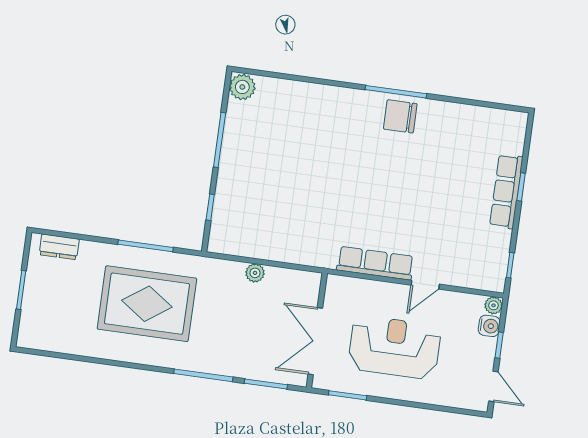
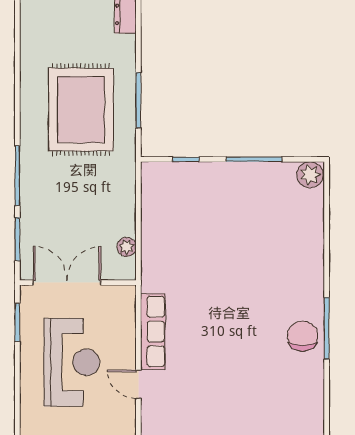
plant: (255, 273) -> (127, 247), moved

